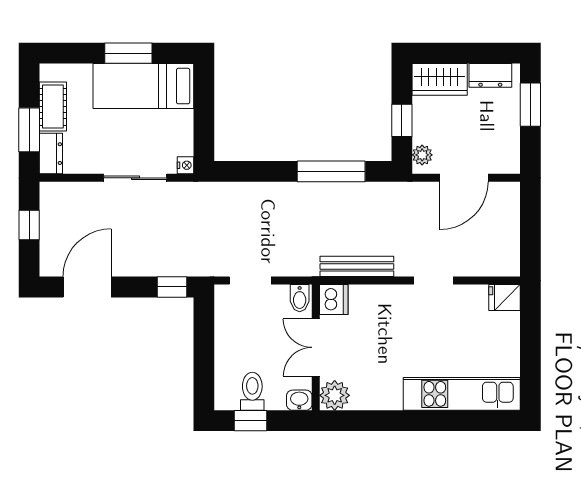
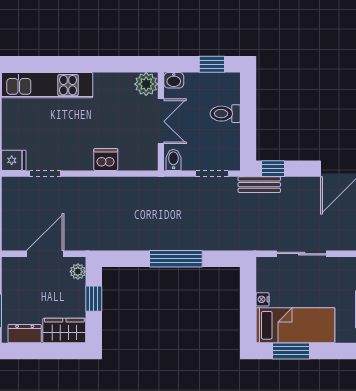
window: (128, 53) -> (291, 351), moved
nightstand: (185, 165) -> (263, 299), moved
window: (331, 171) -> (176, 259), moved
bench: (357, 266) -> (259, 185), moved, width x0.73
doorway: (434, 281) -> (45, 174), moved
dishwasher: (334, 300) -> (106, 160), moved, turned 90
toilet: (252, 391) -> (225, 114), moved, turned 90

